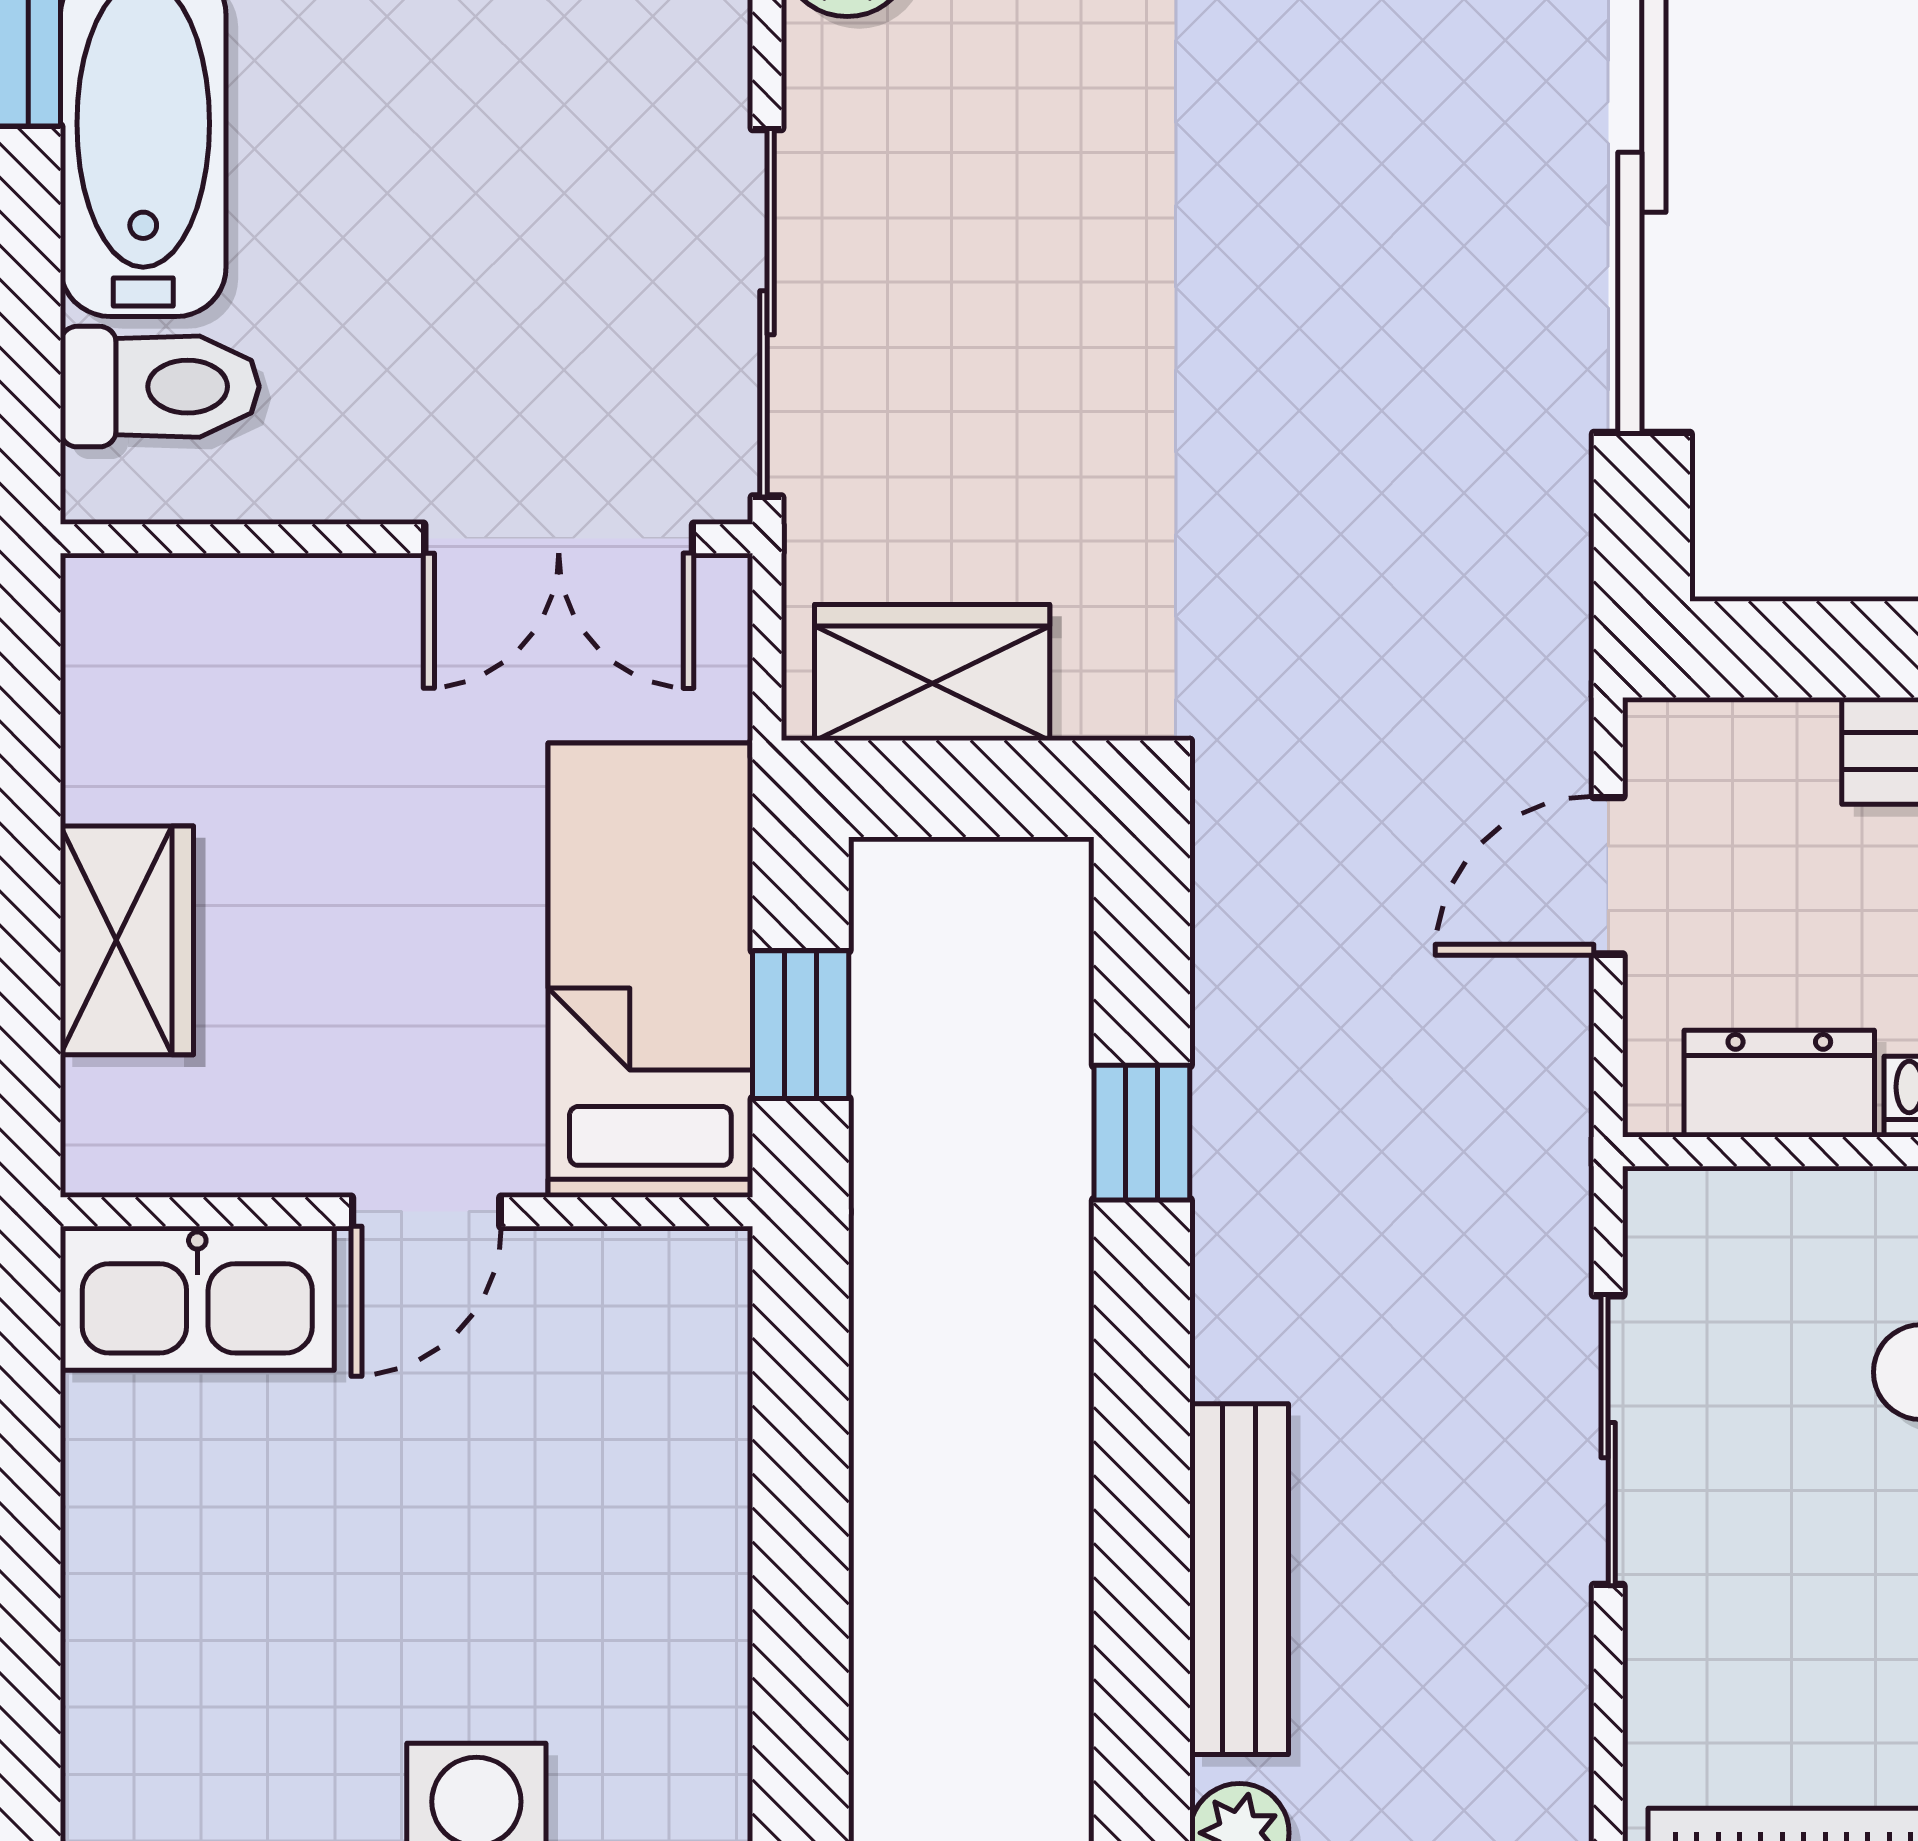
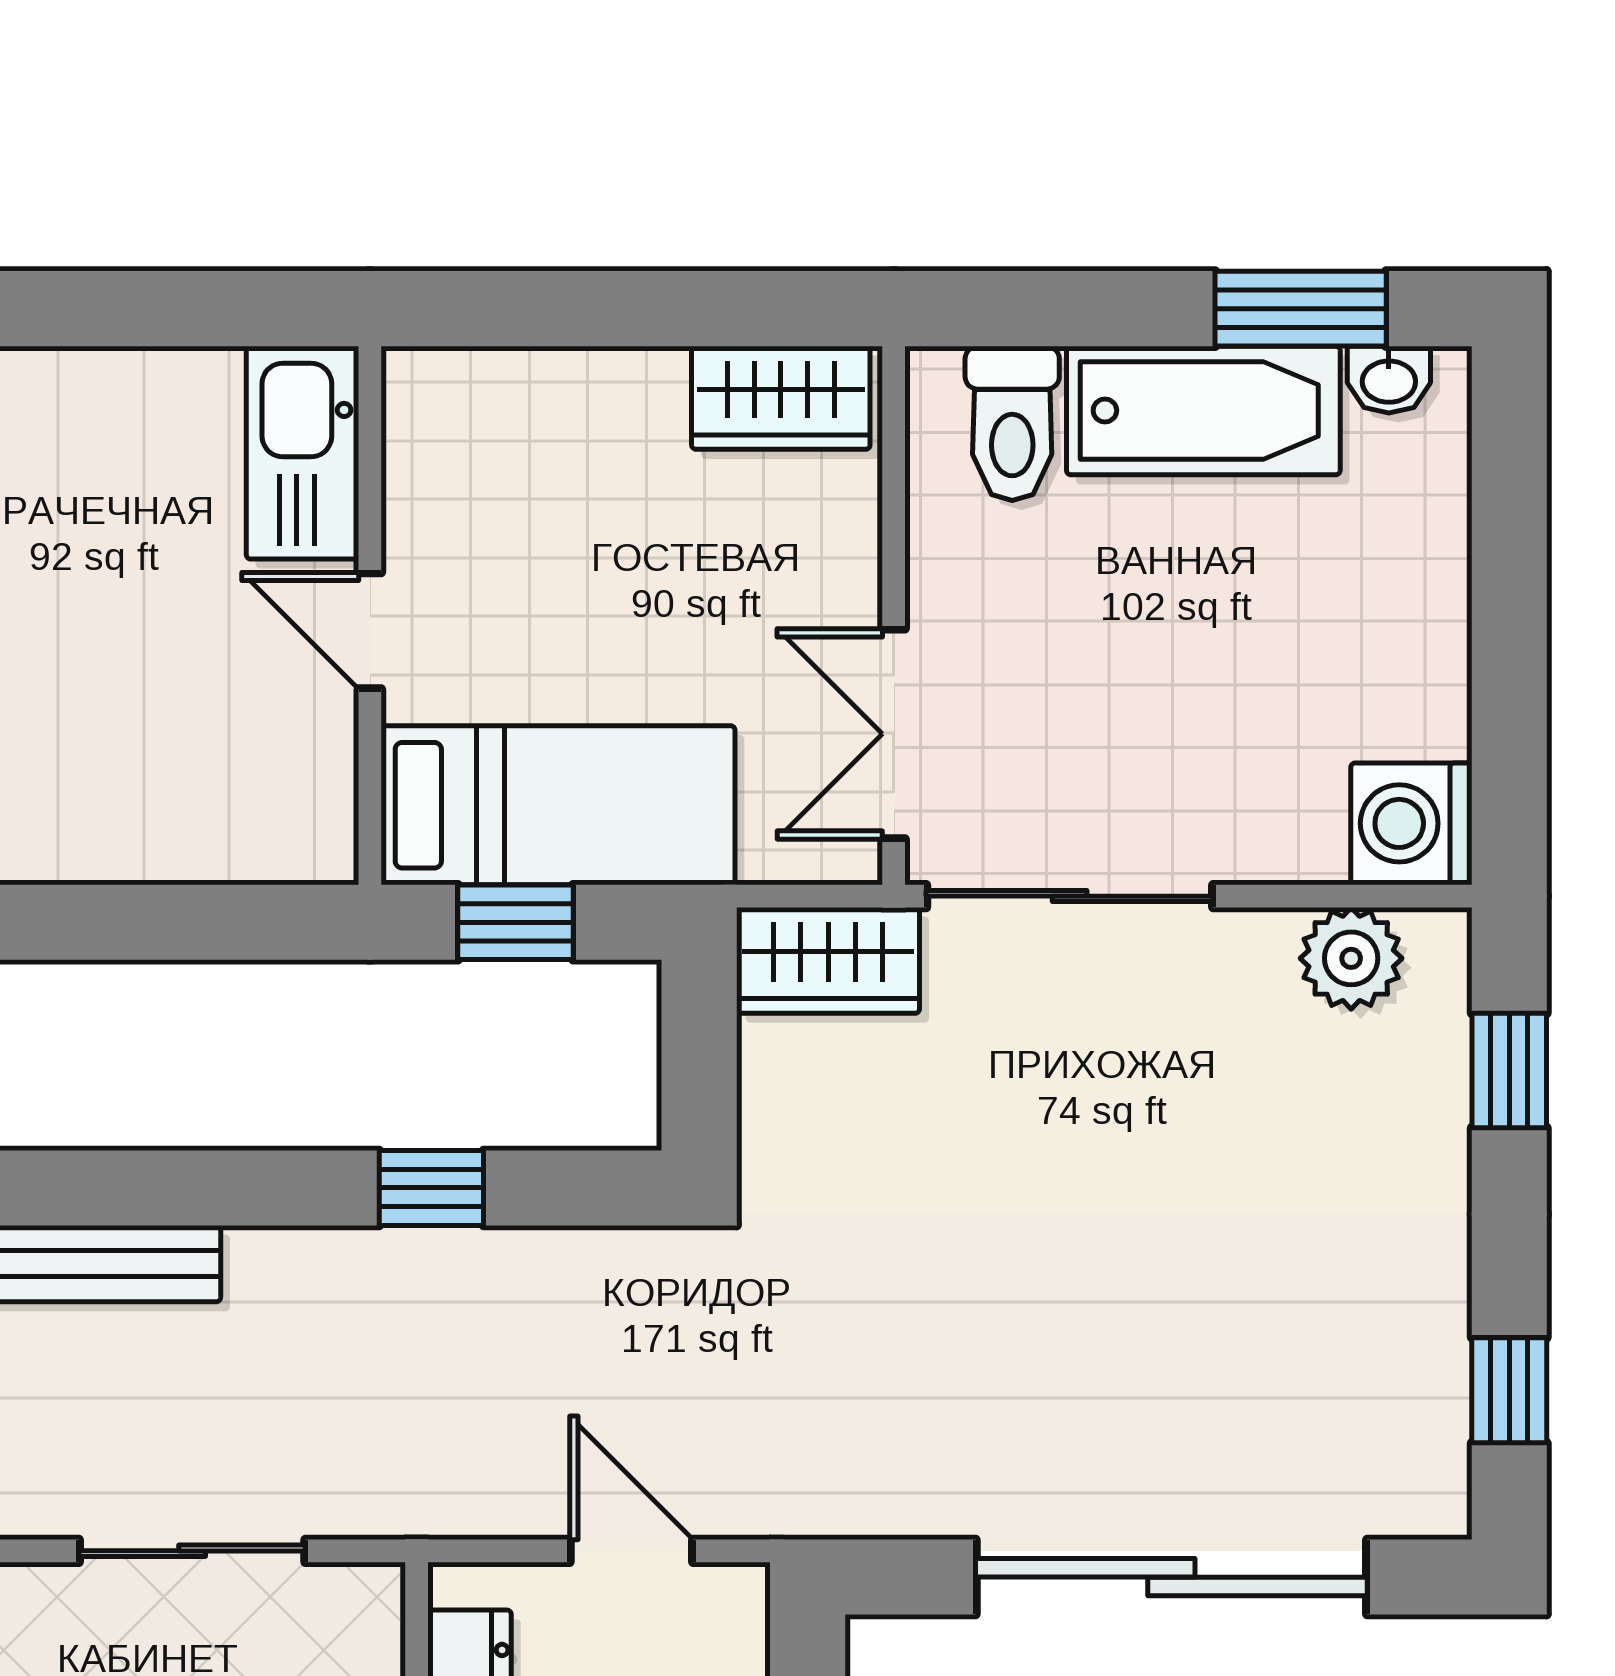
wardrobe: (932, 673) -> (828, 960), moved, turned 90
wardrobe: (127, 940) -> (781, 398), moved

